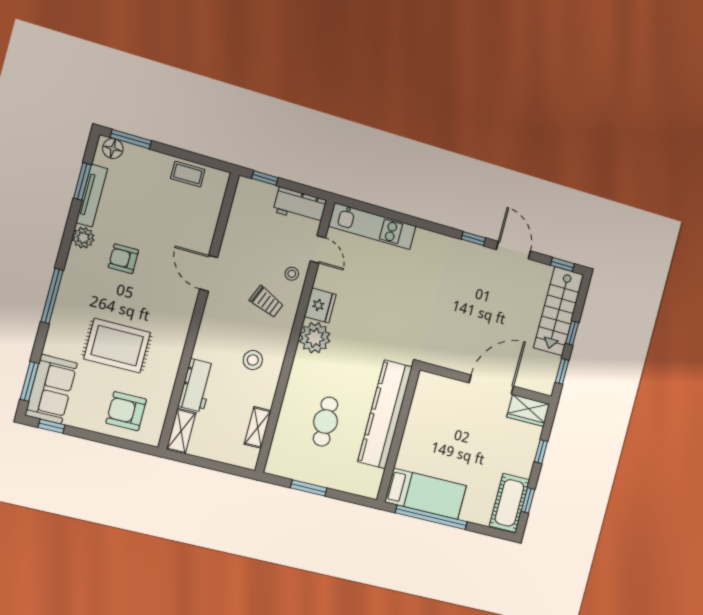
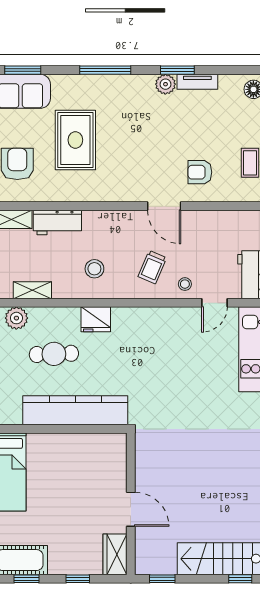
window: (82, 181) -> (177, 70), moved
tv unit: (92, 196) -> (197, 82), width x0.71
armchair: (123, 259) -> (200, 172), moved, turned -90
door: (209, 273) -> (164, 206), swing flipped
fridge: (320, 306) -> (96, 319), moved
window: (572, 333) -> (240, 579), moved
plant: (315, 338) -> (16, 318), moved, width x0.73, depth x0.73
door: (491, 385) -> (131, 509), width x0.73

